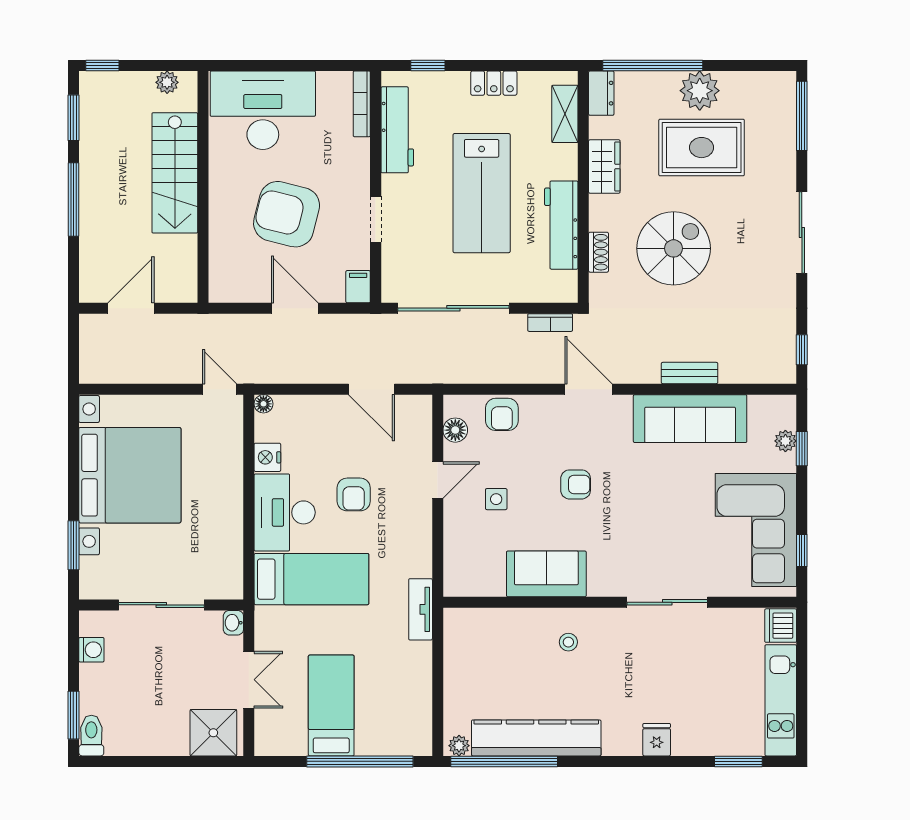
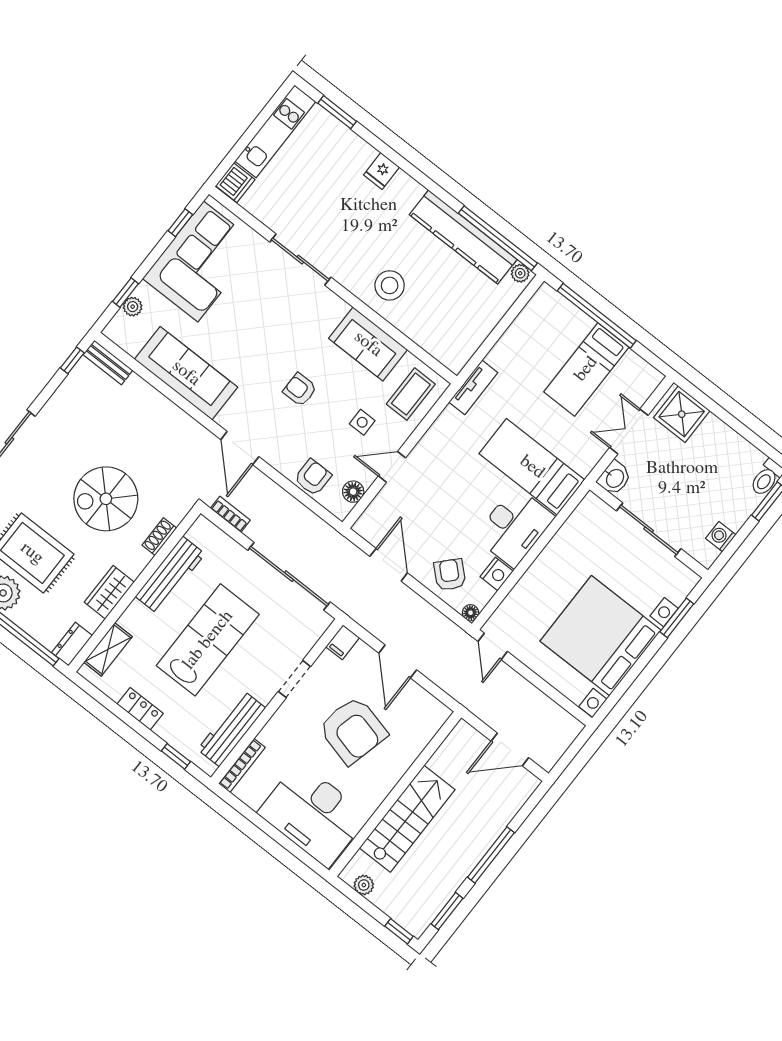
bench: (690, 373) -> (108, 362), moved
armchair: (354, 494) -> (450, 575), moved, turned -47
coffee table: (472, 559) -> (411, 394), added
washbasin: (233, 623) -> (614, 478), width x1.38, depth x1.45
stool: (568, 642) -> (390, 285), width x1.89, depth x1.89

